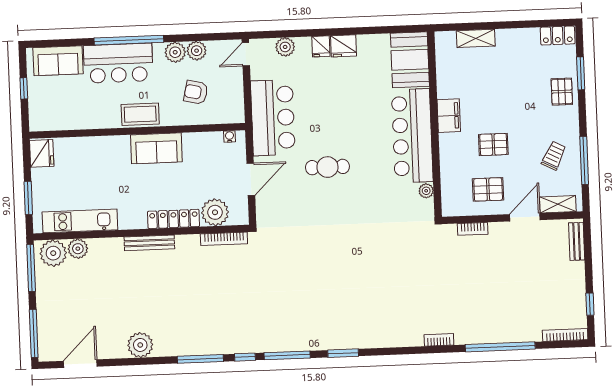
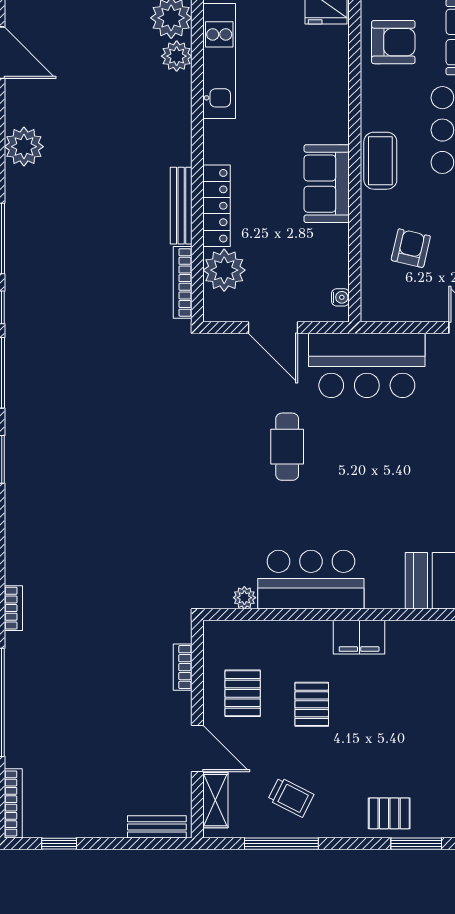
armchair: (63, 109) -> (393, 42), added
bar counter: (412, 136) -> (311, 580), width x0.73
bench: (149, 243) -> (181, 206), moved

